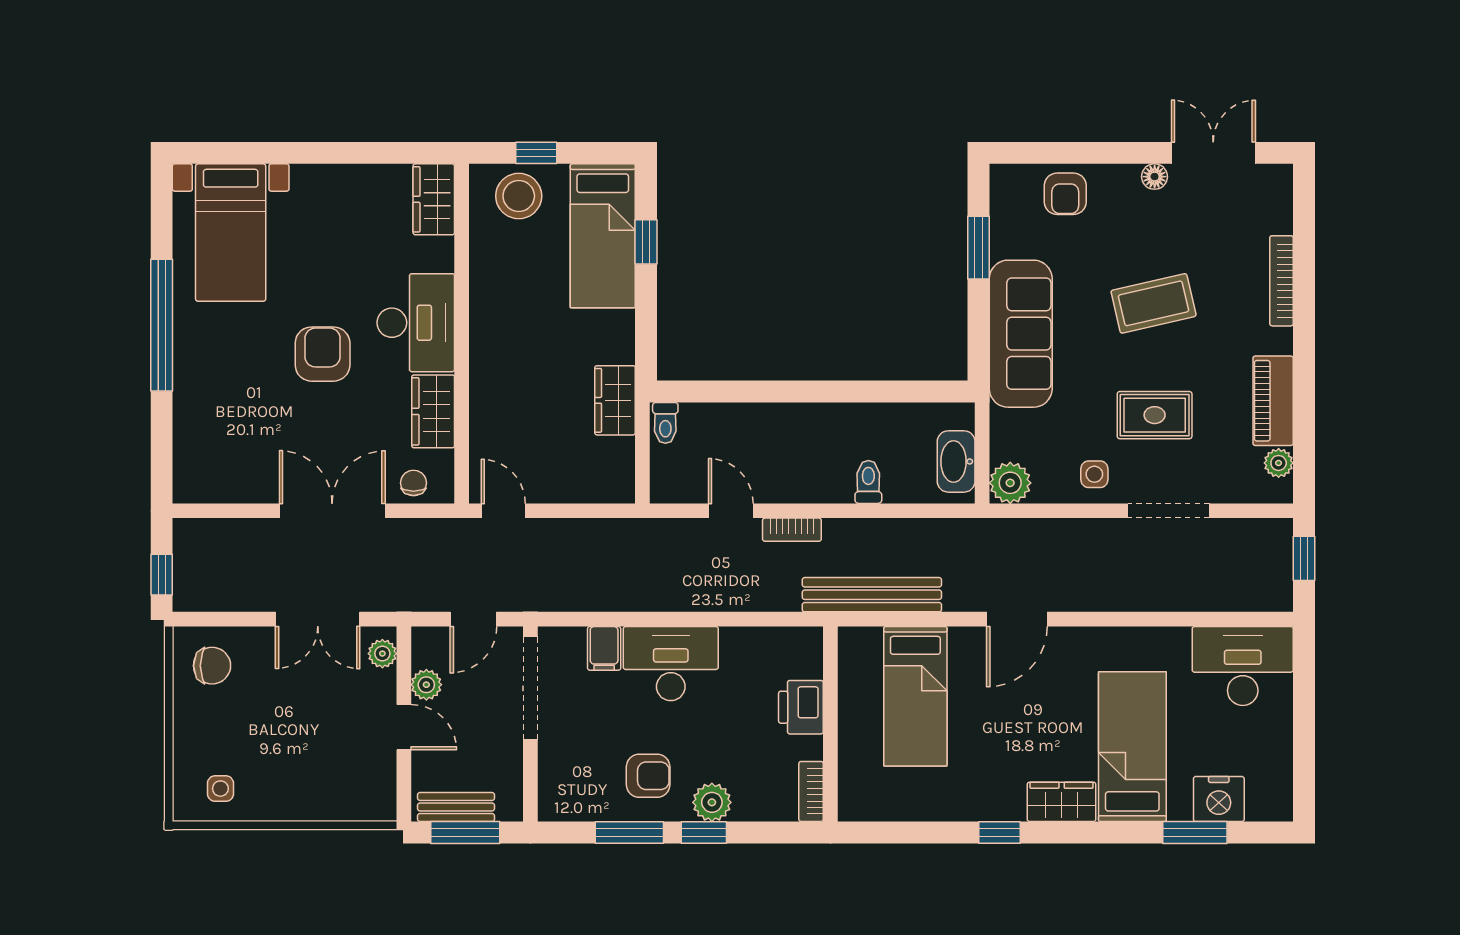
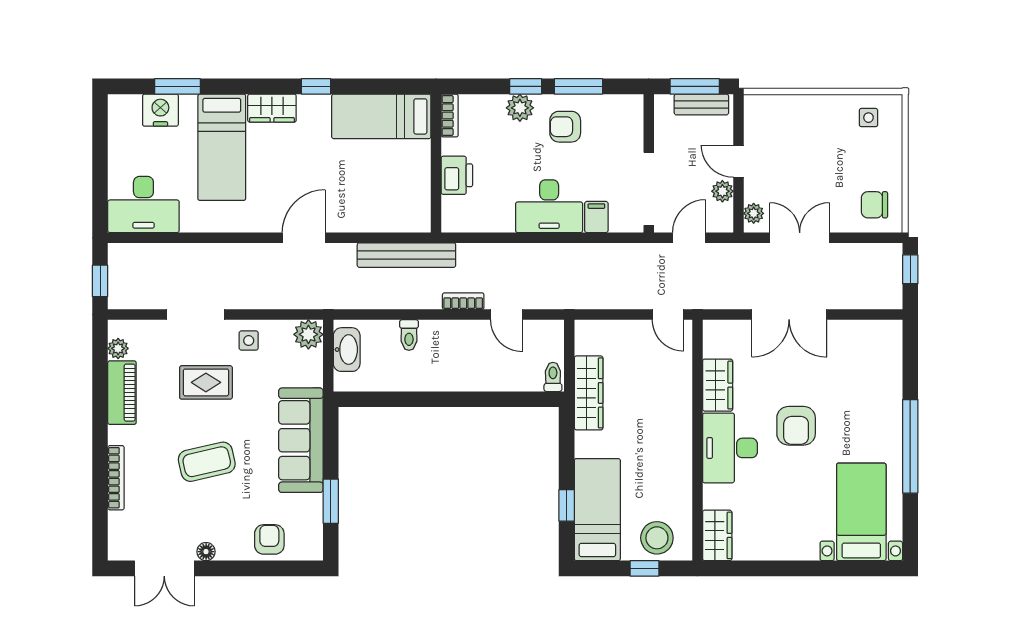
wardrobe: (615, 400) -> (589, 393), width x1.50
chair: (413, 483) -> (732, 334), removed
bed: (915, 696) -> (381, 116), moved, turned -90

